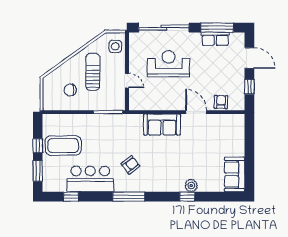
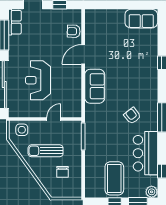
row of seats: (215, 39) -> (15, 22), moved
plant: (191, 186) -> (152, 192), moved

